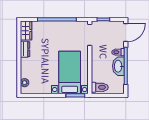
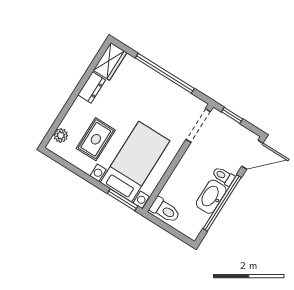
rug: (43, 74) -> (96, 139), added

